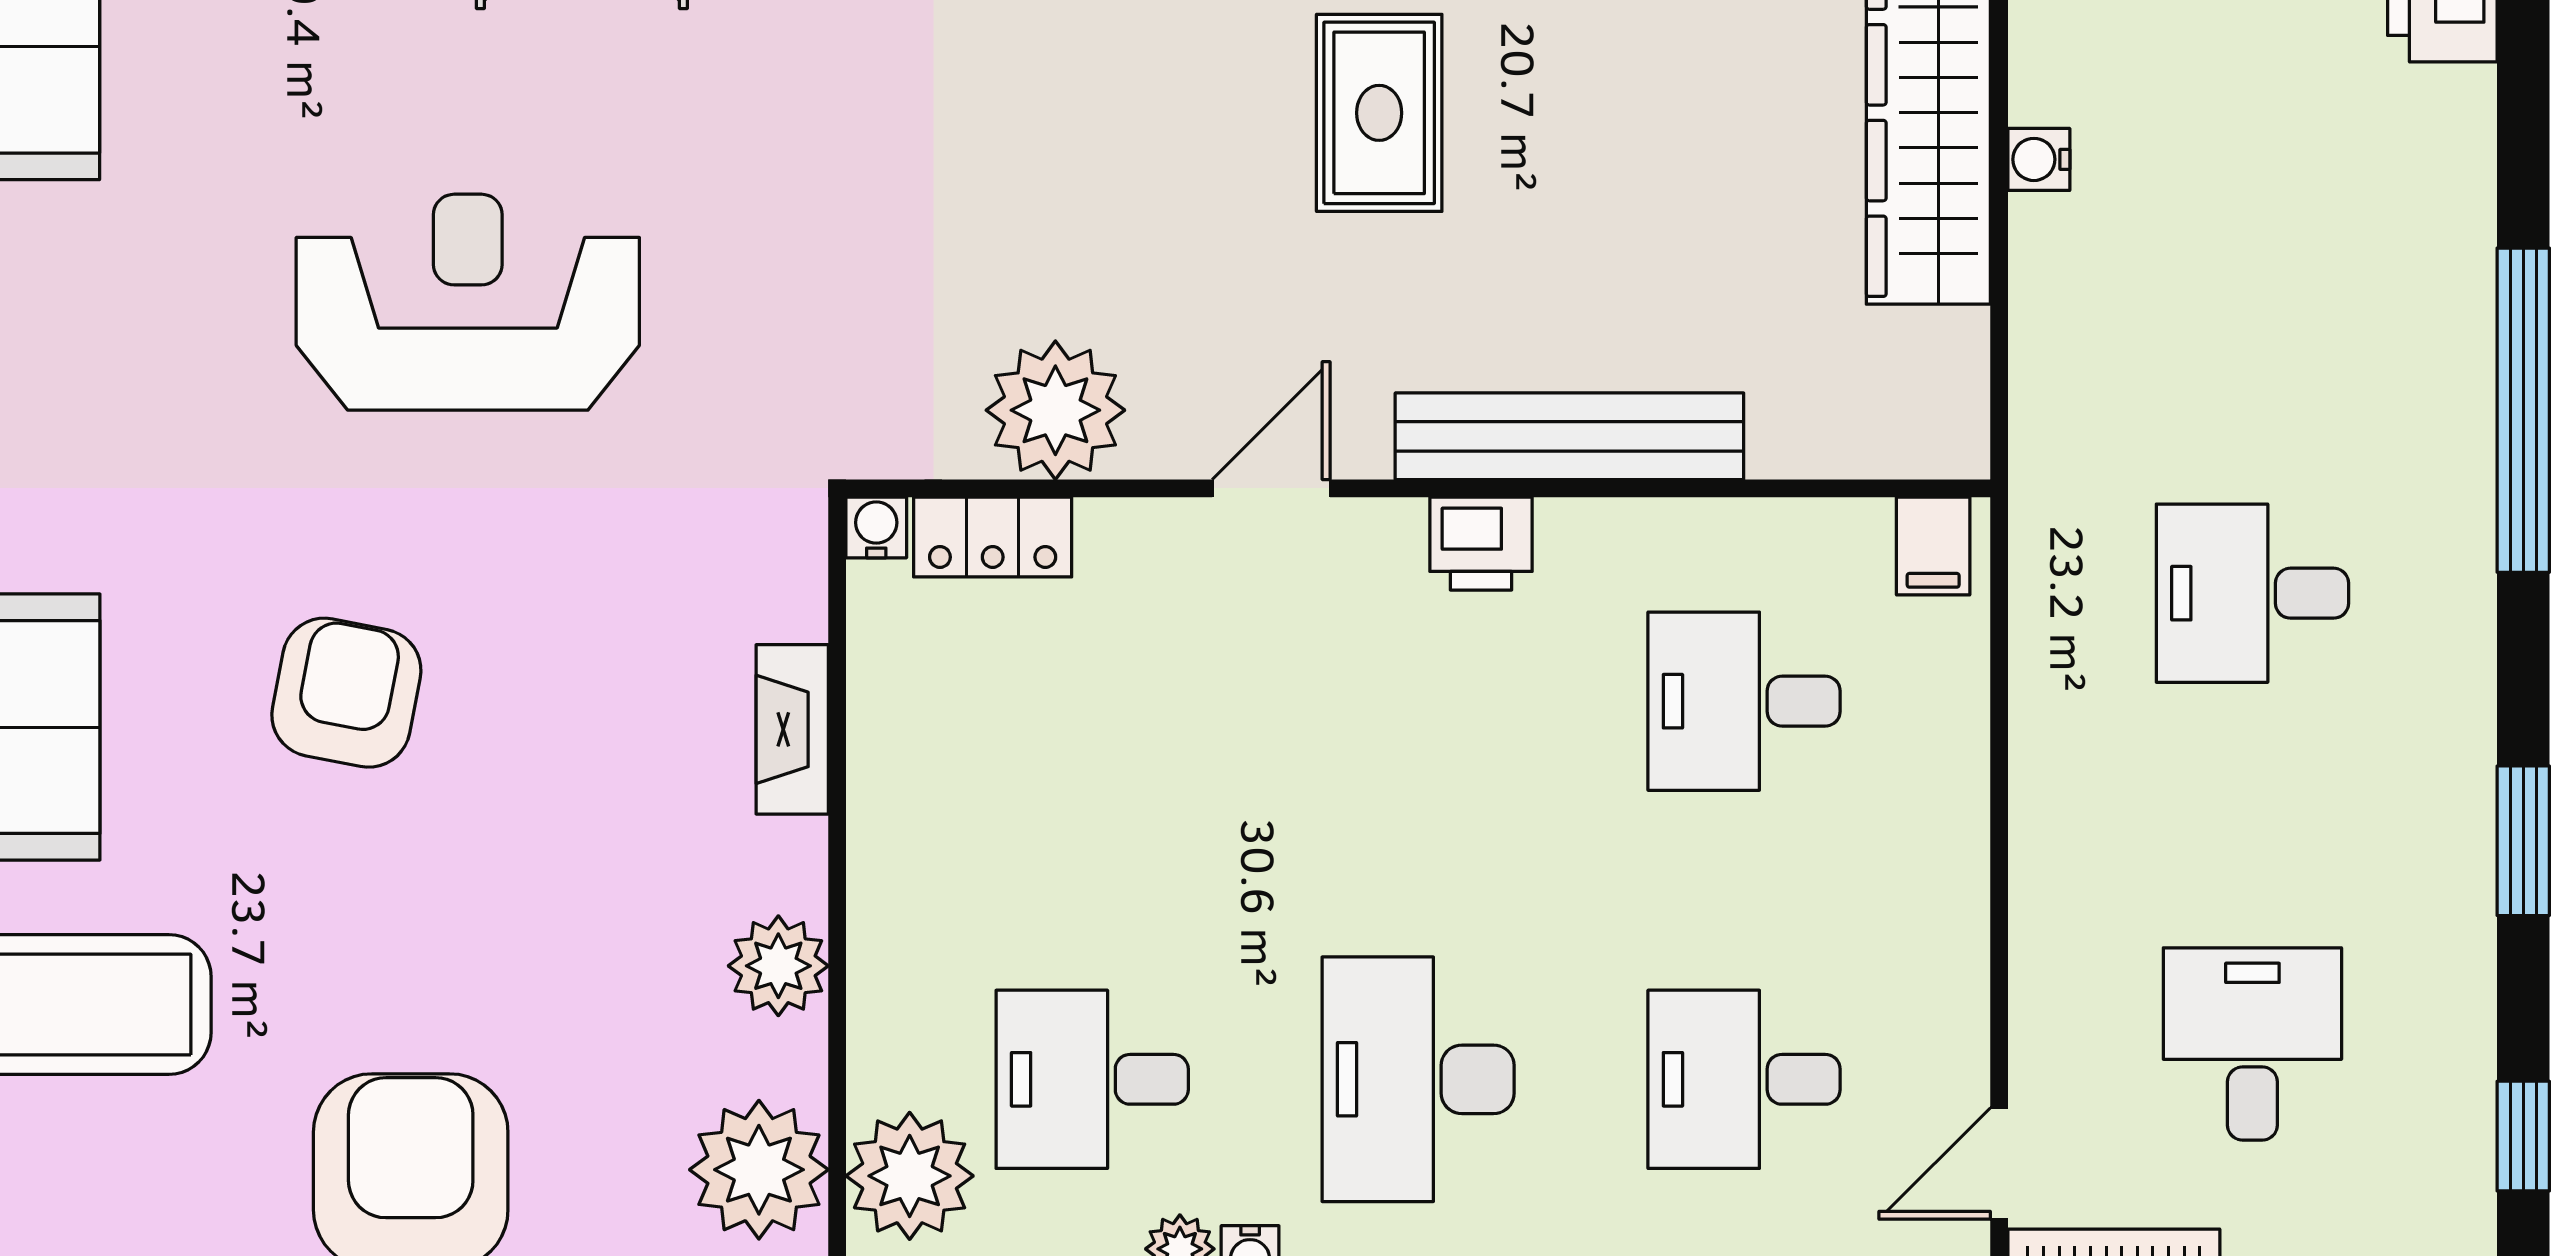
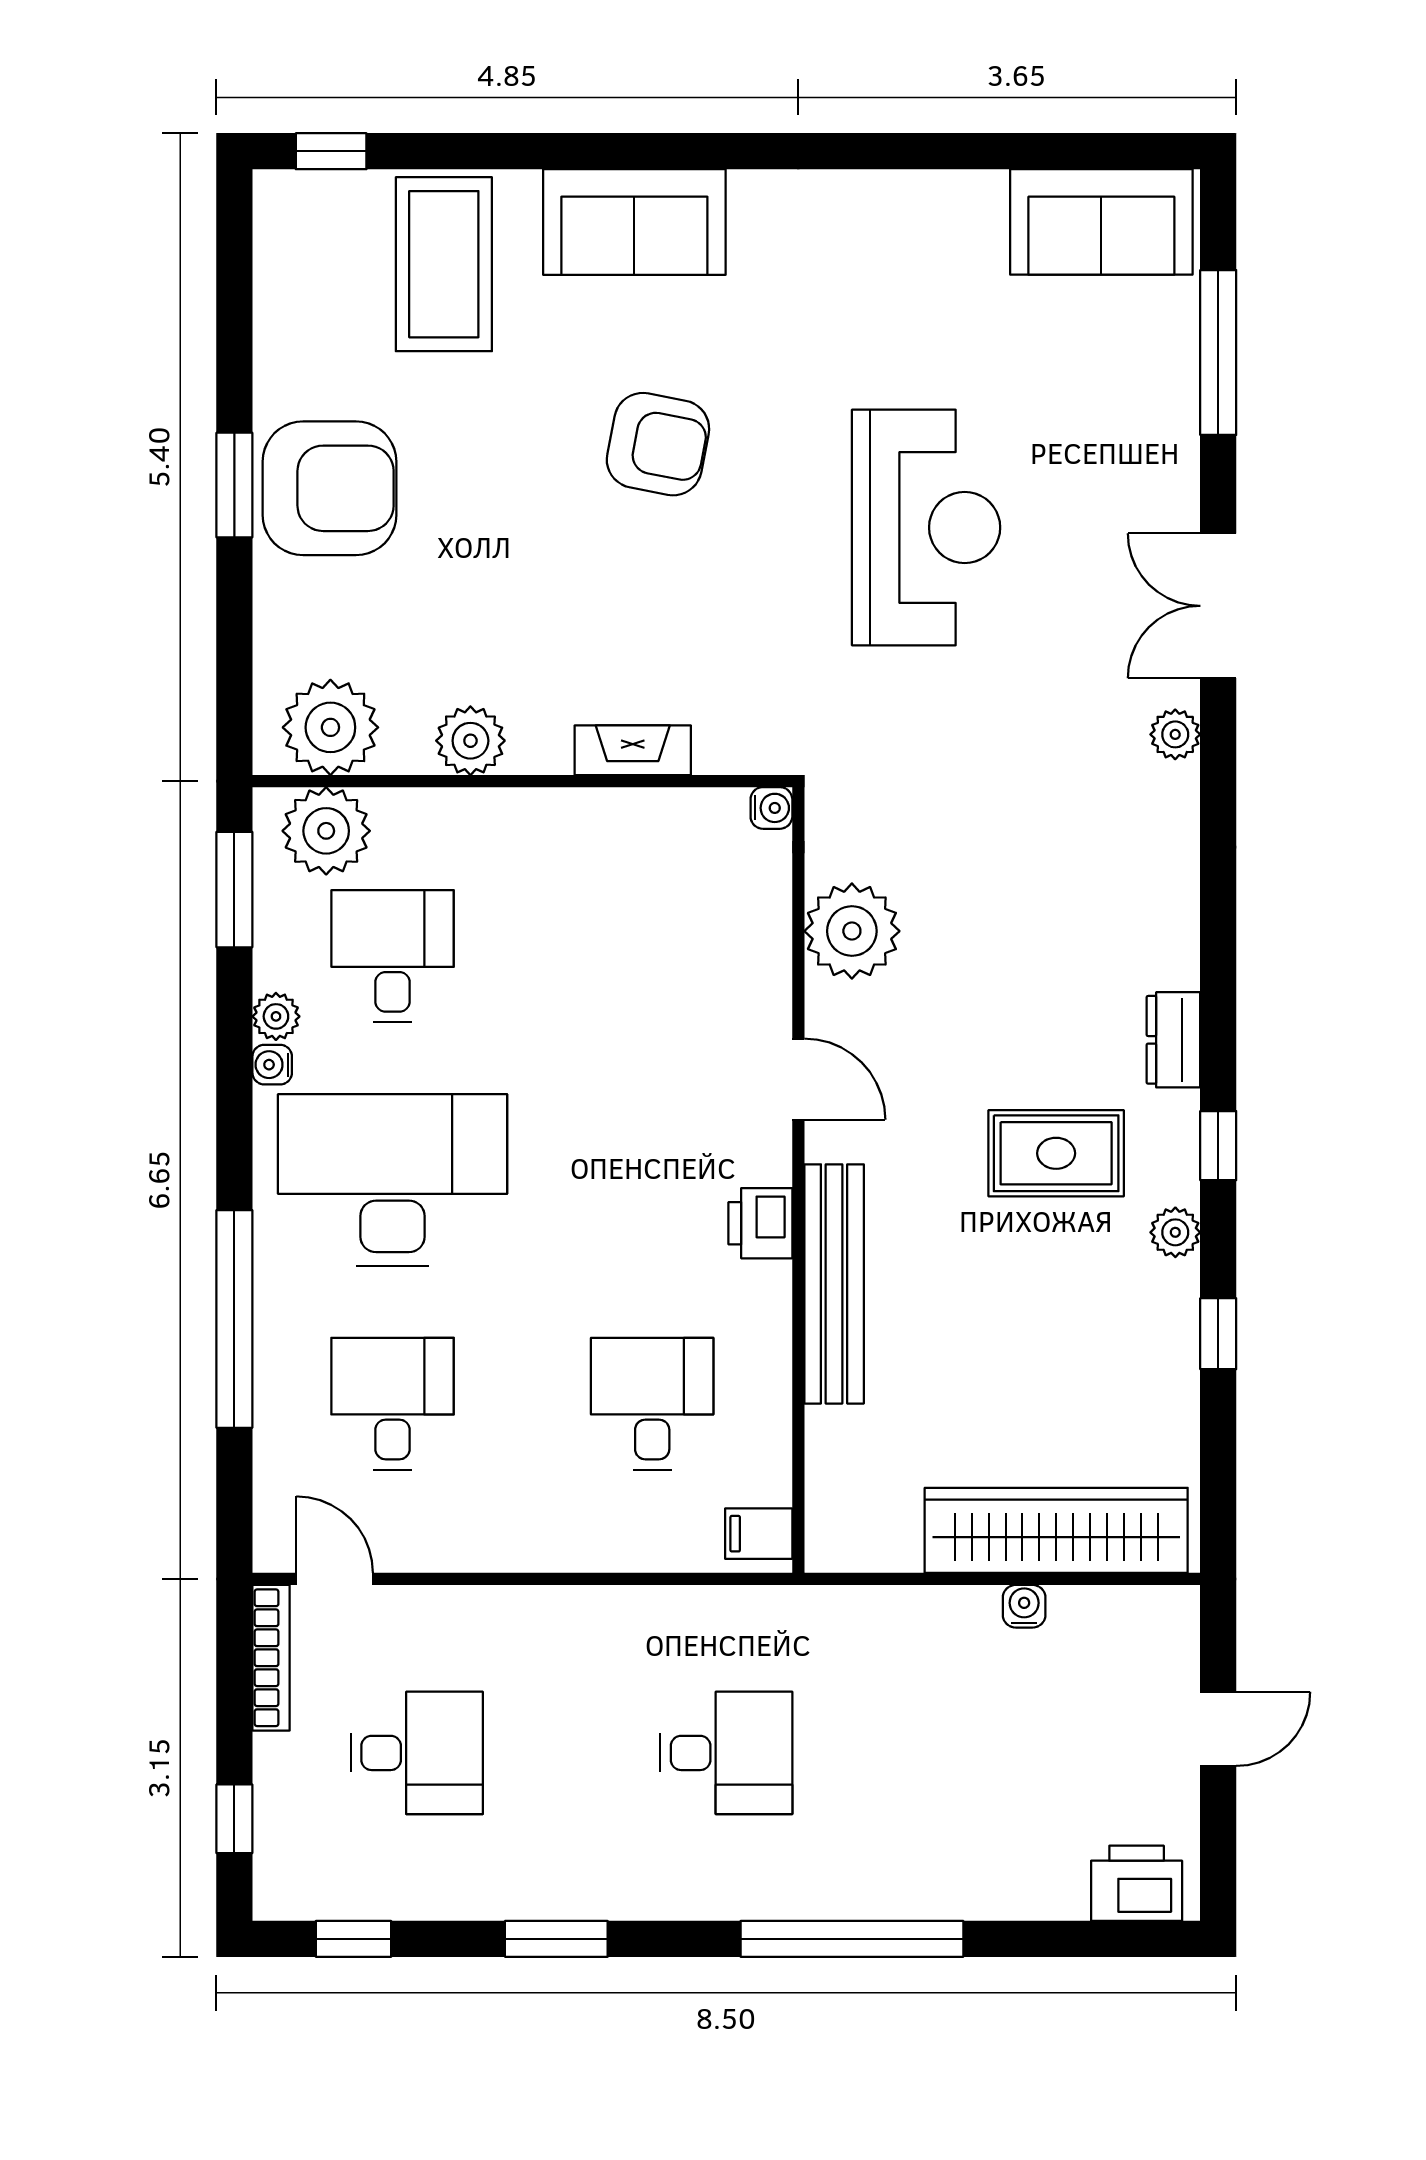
locker: (993, 537) -> (765, 888), removed
desk: (2252, 593) -> (726, 1753), turned 90
desk: (1418, 1079) -> (392, 1180), width x1.36, depth x1.30

